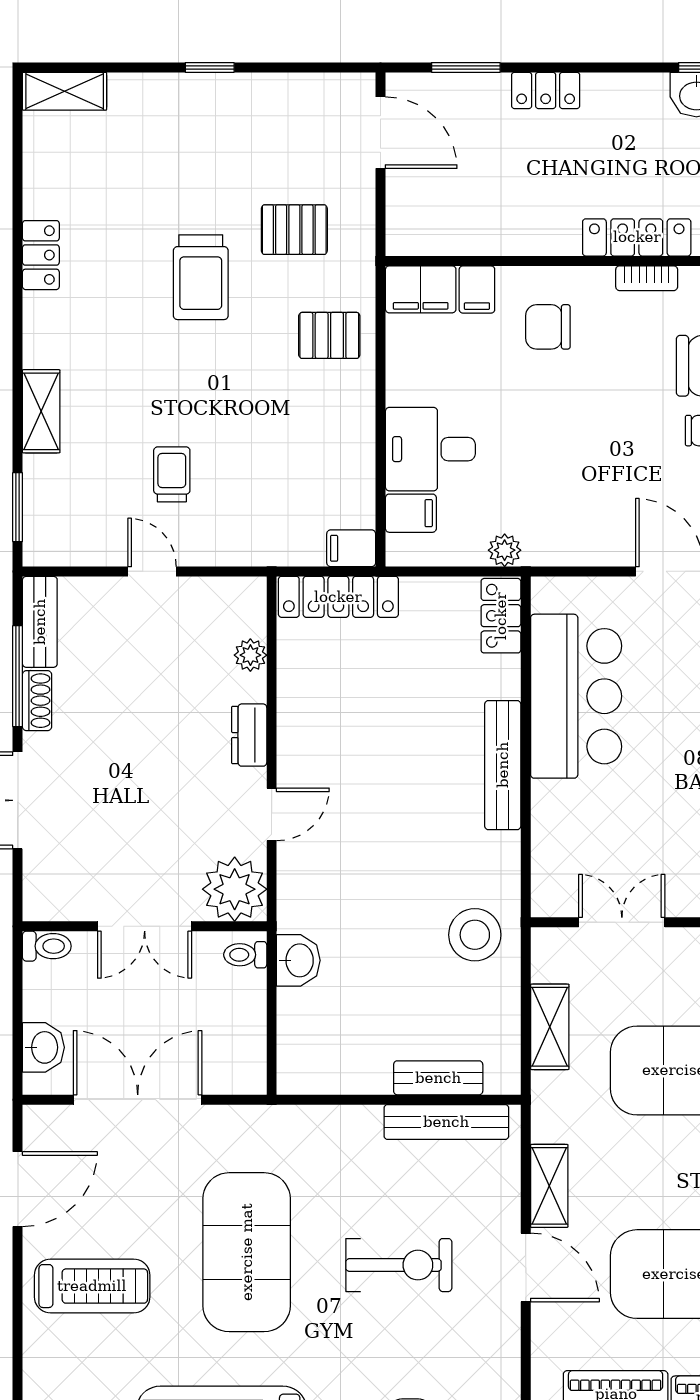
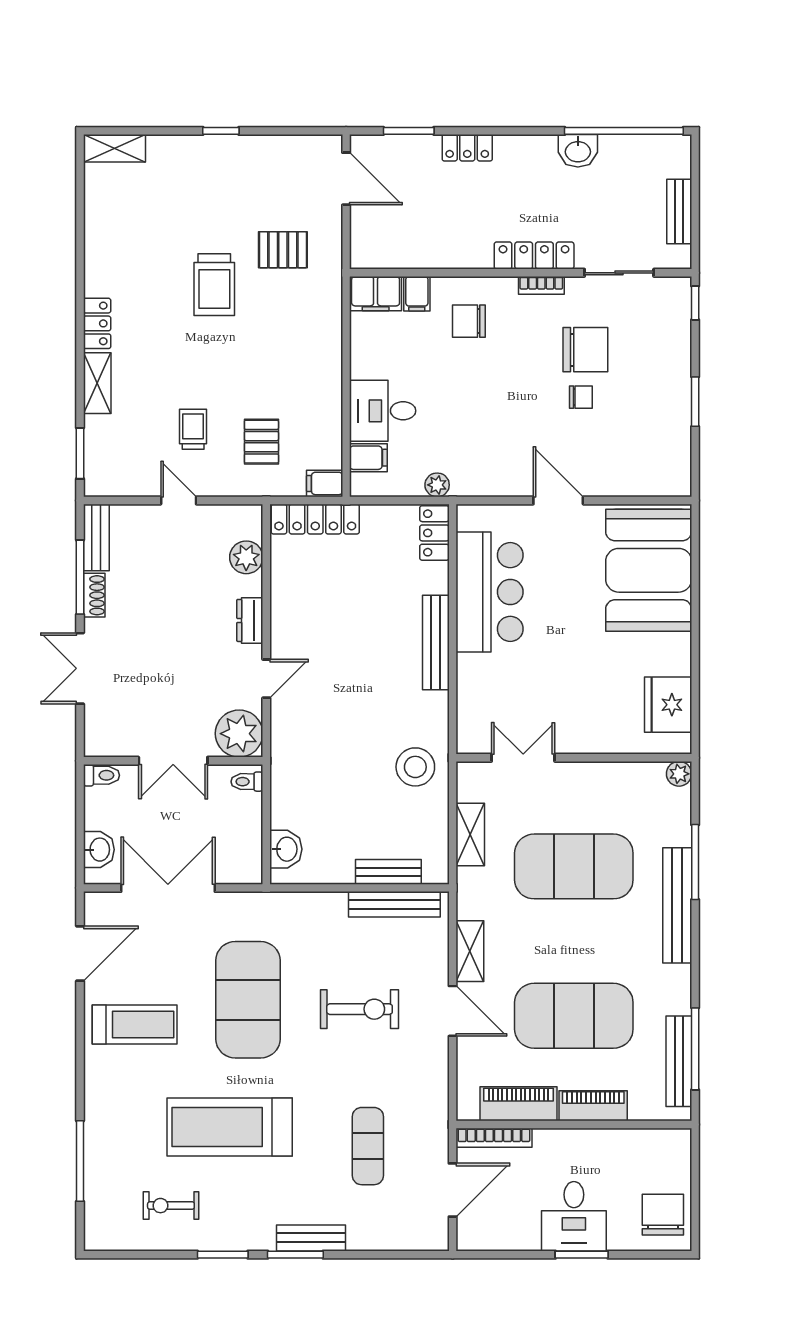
locker: (41, 255) -> (97, 323), moved
pallet: (329, 335) -> (261, 442), moved, turned 90
plant: (250, 655) -> (246, 557), width x1.38, depth x1.38
washbasin: (298, 960) -> (286, 849), moved

